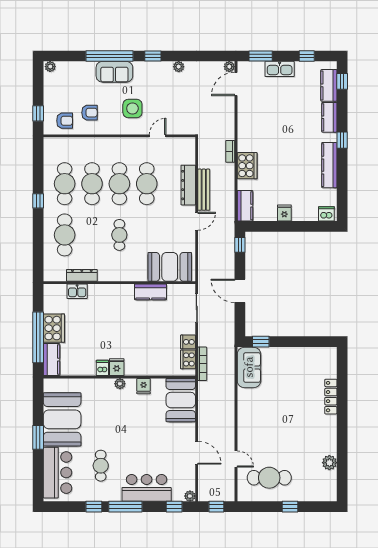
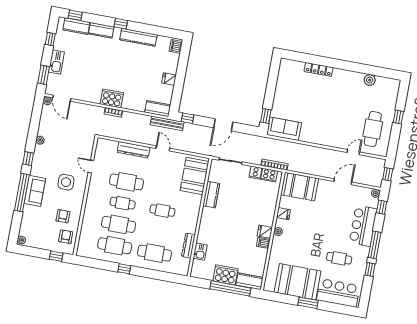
cooker: (247, 166) -> (112, 98), moved
cafe table: (119, 184) -> (123, 203), width x0.73, depth x0.74
bench: (204, 190) -> (167, 123), moved

